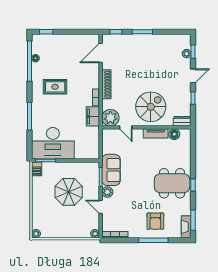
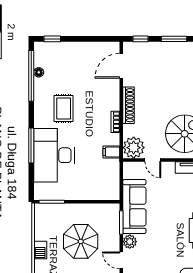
rug: (55, 87) -> (64, 108), turned 90
filing cabinet: (93, 116) -> (111, 152), width x0.50
desk: (53, 143) -> (54, 155), moved, turned 90
barbecue: (37, 169) -> (40, 250), moved
sofa: (111, 170) -> (134, 206), width x1.36

